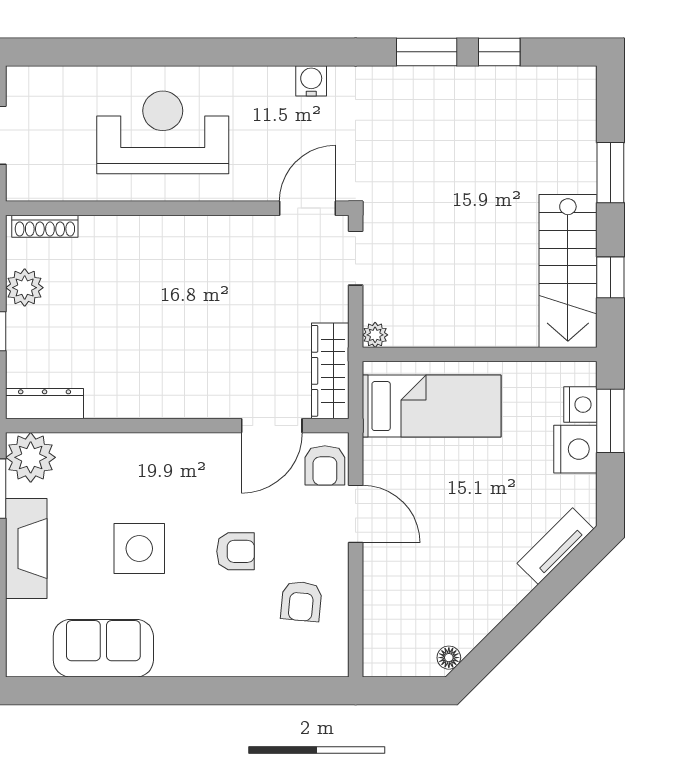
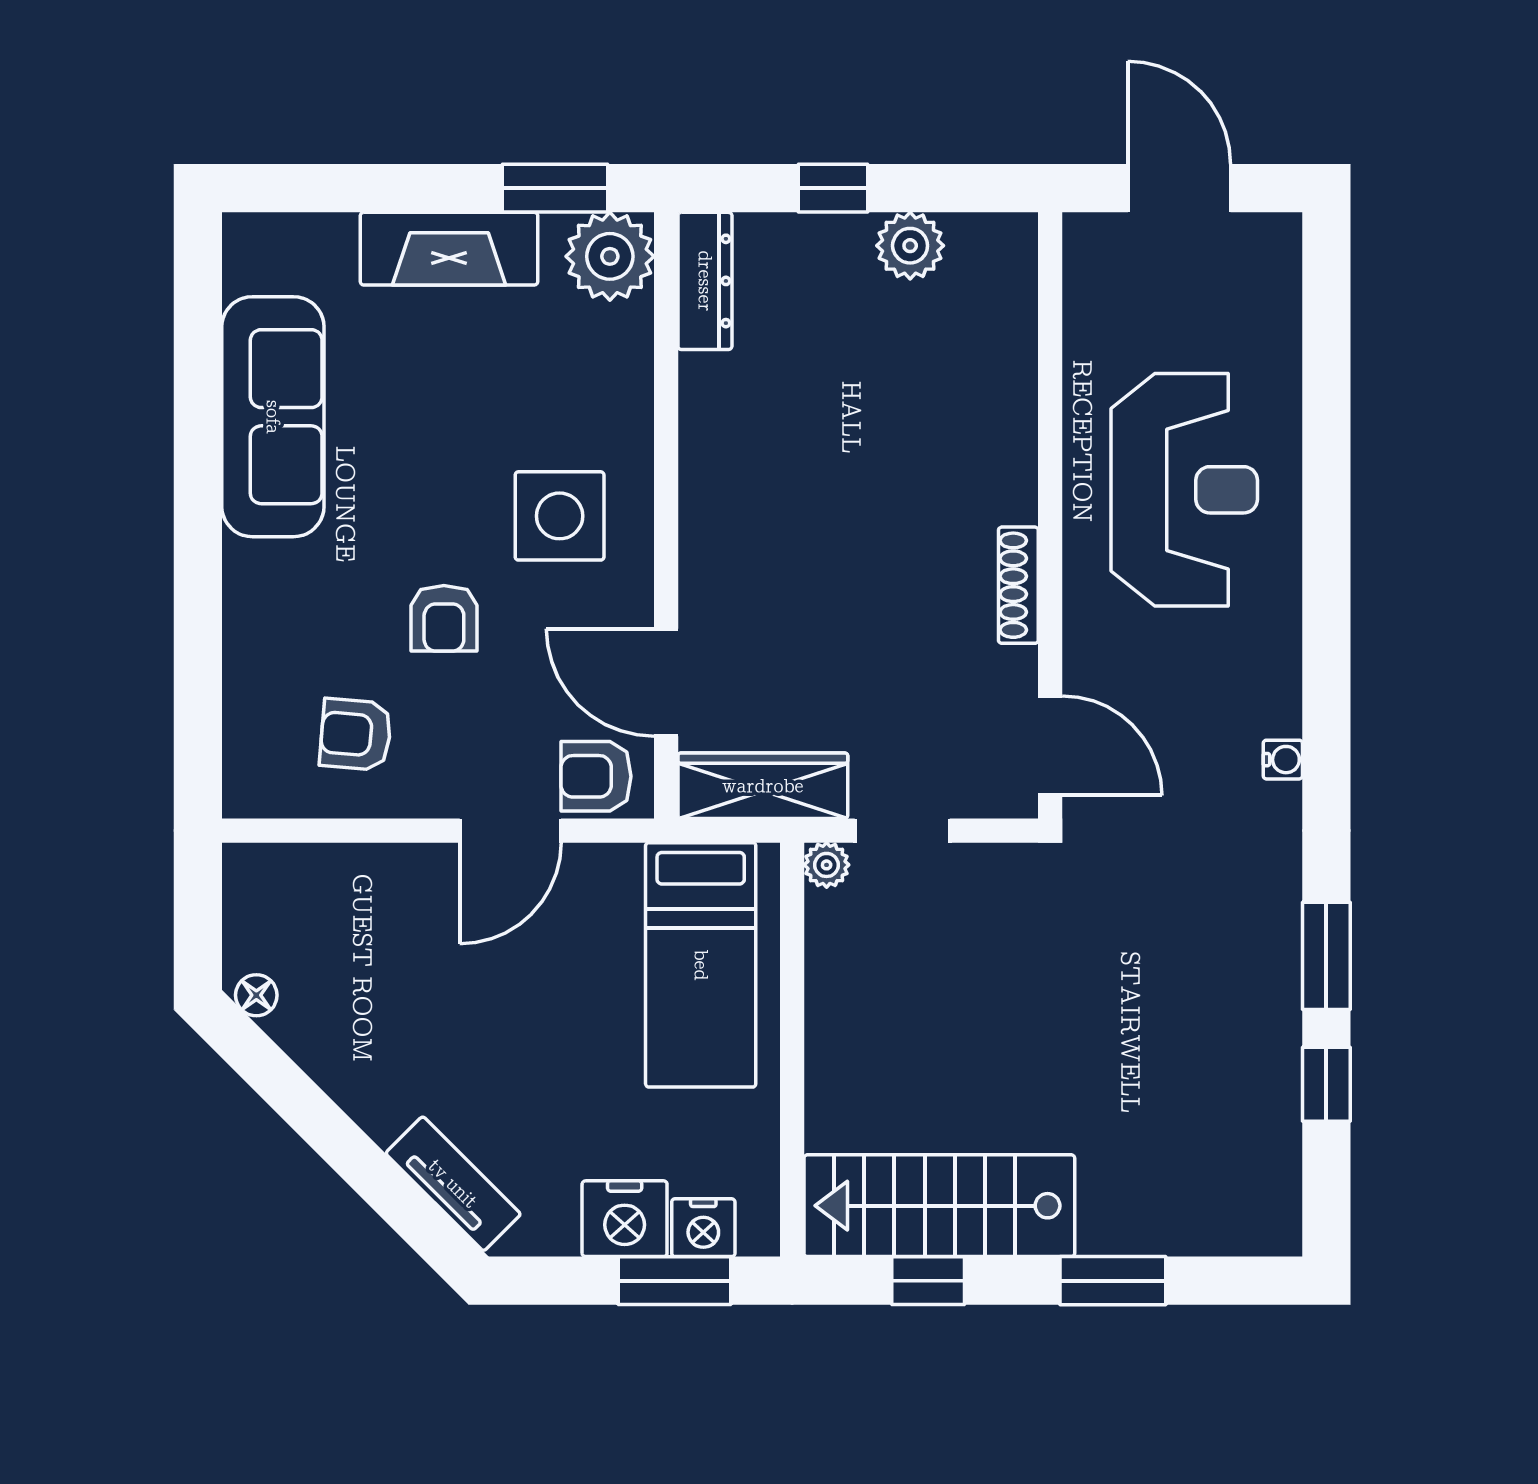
water cooler: (311, 81) -> (1283, 760), width x0.72, depth x0.72
shoe rack: (45, 226) -> (1018, 585), moved
doorway: (356, 258) -> (902, 831), moved
side table: (139, 549) -> (560, 516), moved
sofa: (103, 648) -> (273, 417), width x1.36

